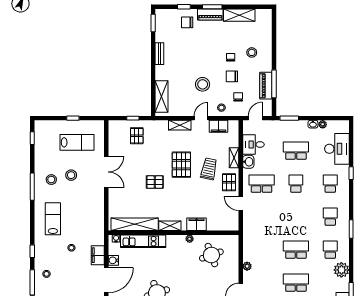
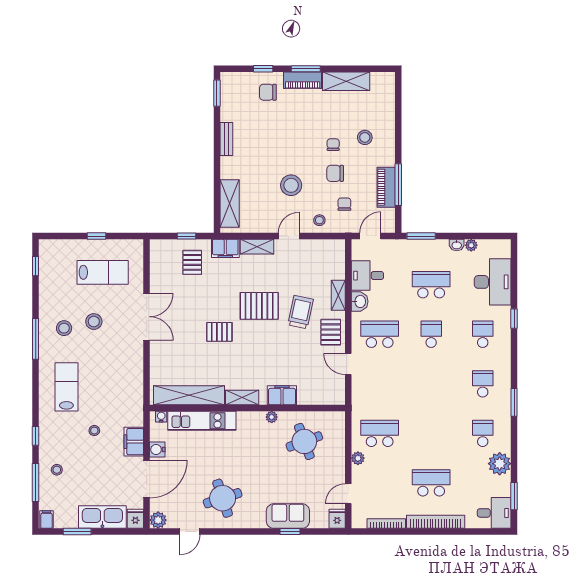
filing cabinet: (218, 126) -> (225, 248), moved
pallet: (181, 165) -> (259, 306), turned 90
school desk: (296, 250) -> (380, 433), moved

